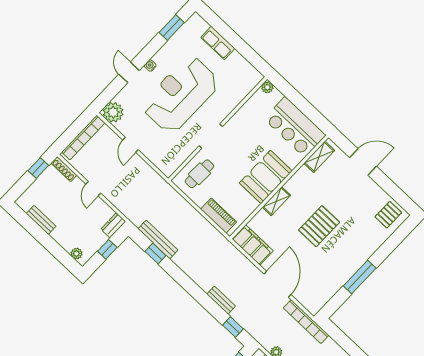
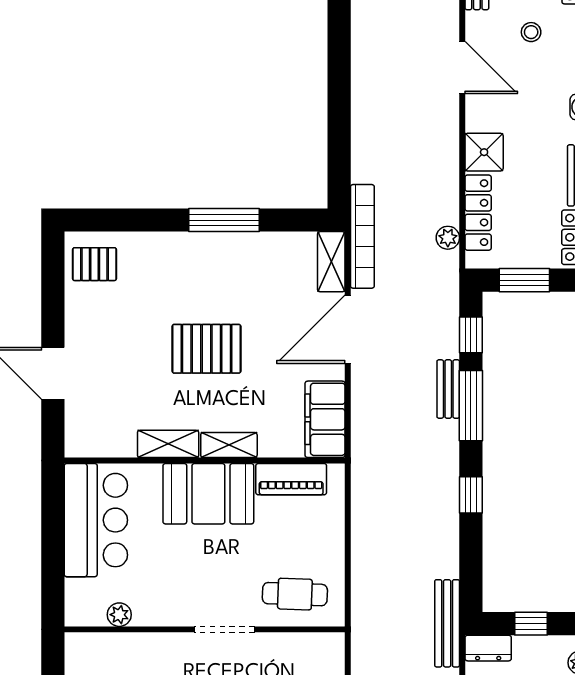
plant: (267, 87) -> (119, 615), moved
shelving: (319, 157) -> (168, 444), moved
piano: (219, 216) -> (291, 479), moved, turned -90
bench: (158, 239) -> (447, 623), moved
window: (155, 253) -> (471, 495), moved
shelving: (308, 302) -> (331, 262), added
window: (207, 303) -> (471, 406), added

